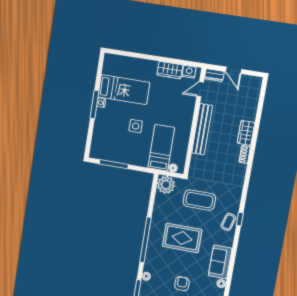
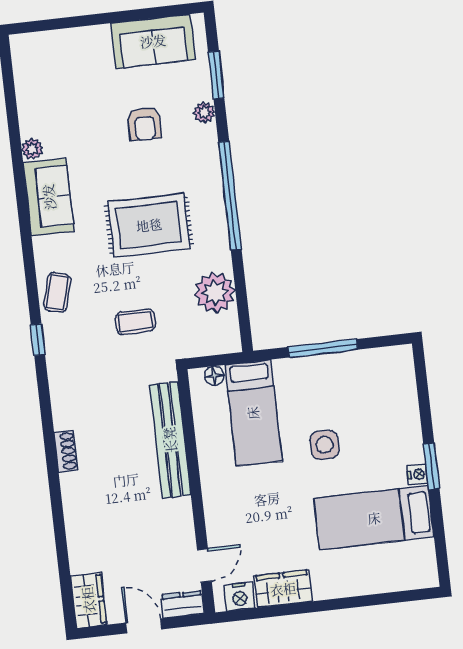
window: (94, 104) -> (431, 466), width x0.69
bench: (202, 129) -> (170, 440), moved
wardrobe: (246, 133) -> (88, 600), moved
window: (114, 164) -> (323, 348), moved
plant: (166, 185) -> (215, 293), moved
coffee table: (199, 200) -> (135, 322), width x0.54, depth x0.58
window: (240, 219) -> (38, 340), moved
armchair: (182, 284) -> (145, 124), moved

